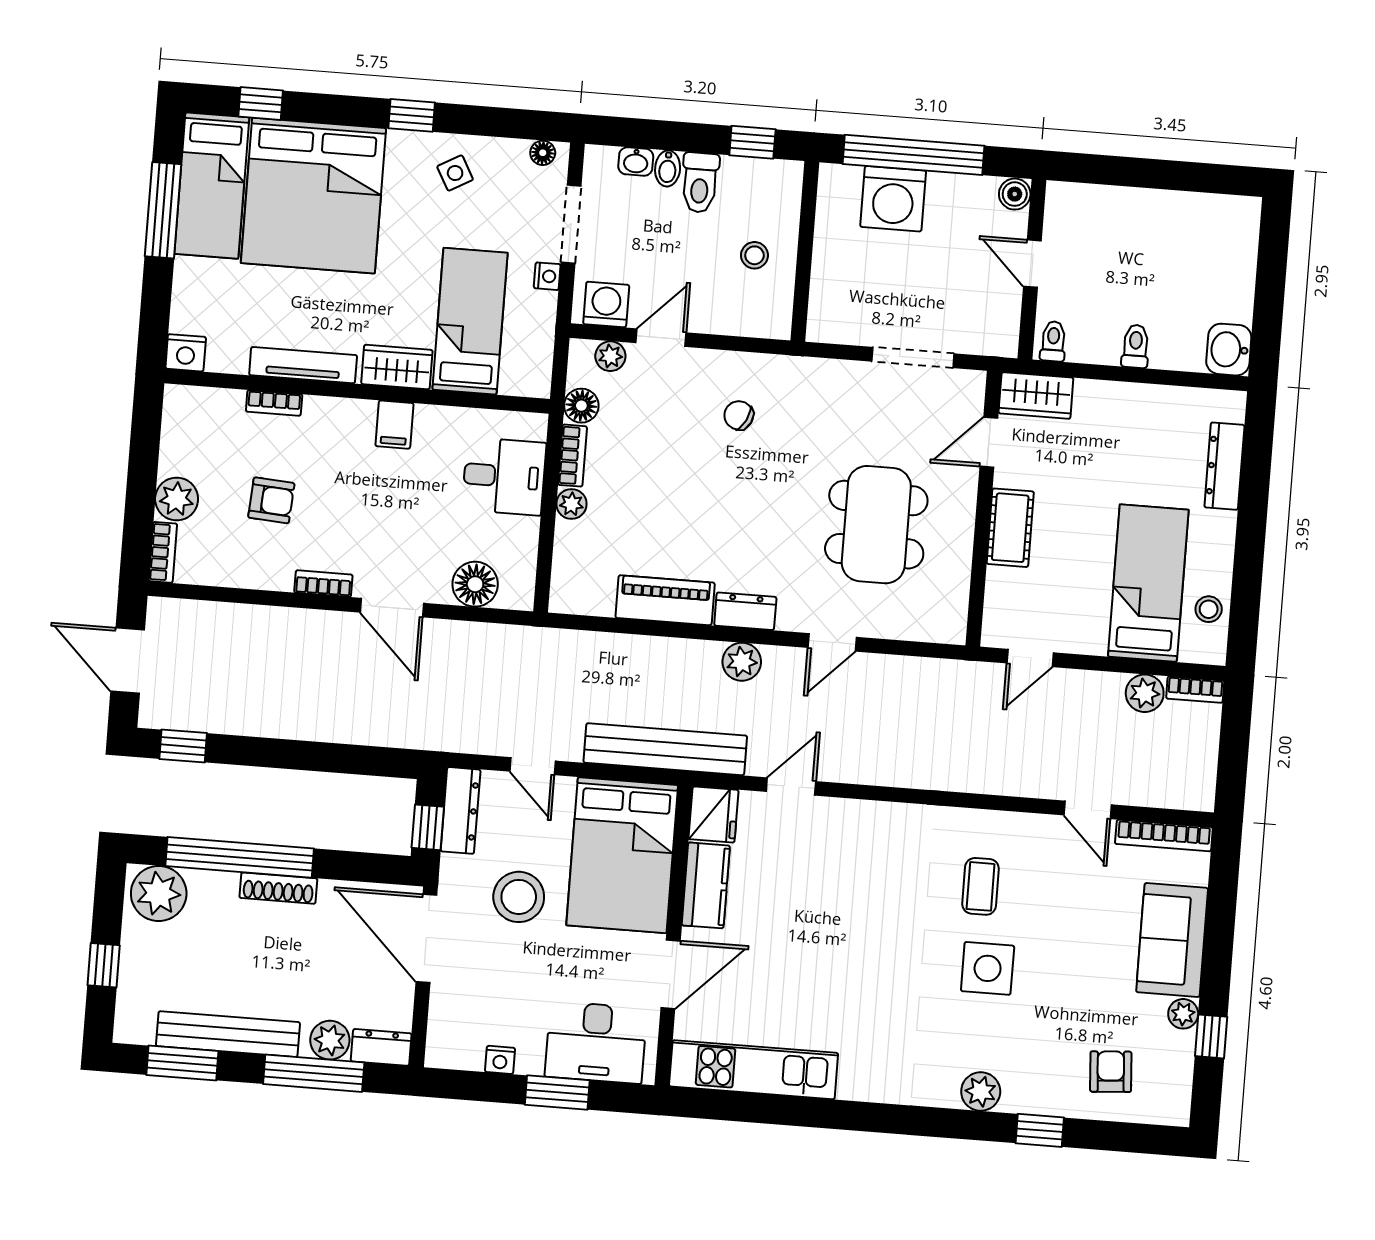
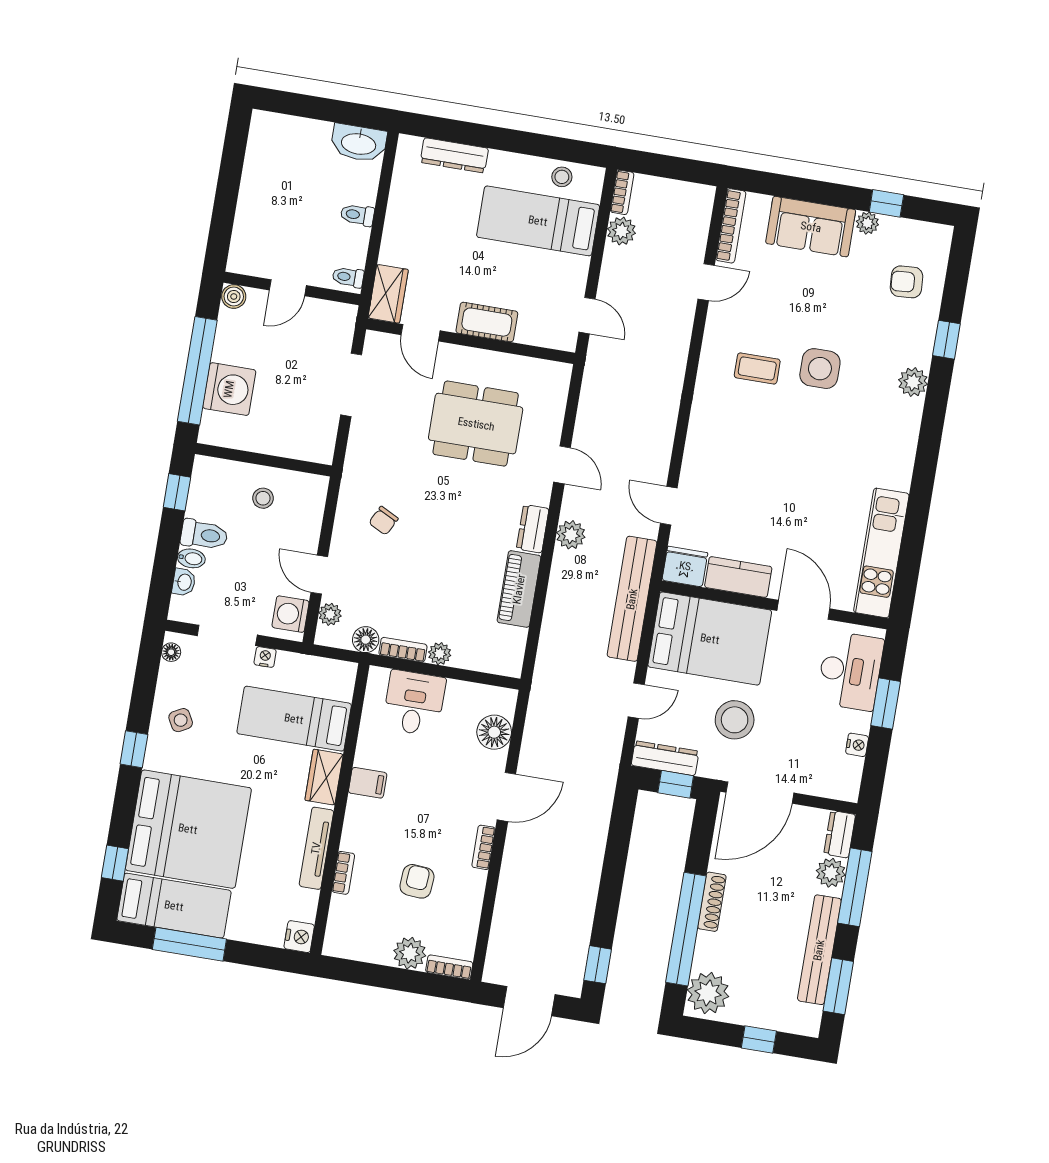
washbasin: (1229, 350) -> (359, 143), width x1.38

